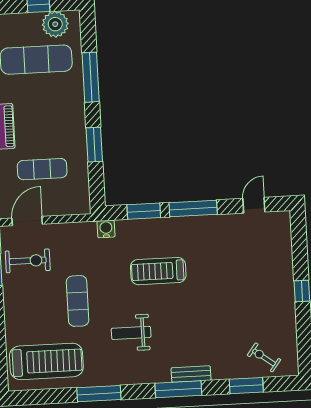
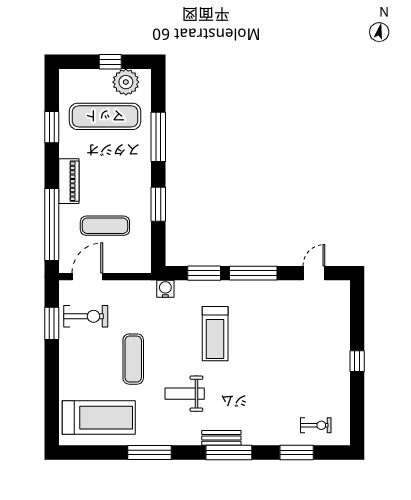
treadmill: (158, 271) -> (215, 334), turned -90
exercise bike: (264, 357) -> (316, 425), turned 143
bench: (191, 374) -> (221, 438), moved

